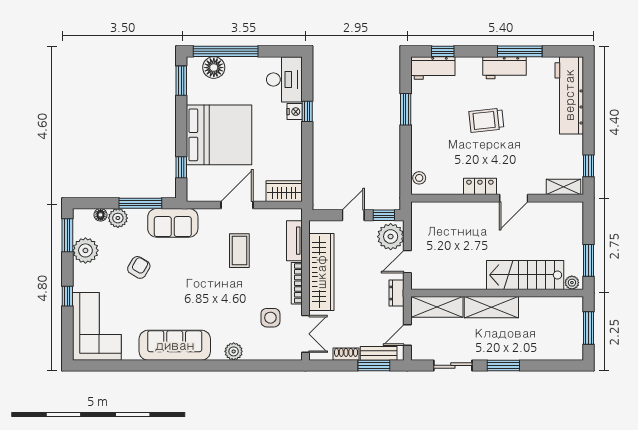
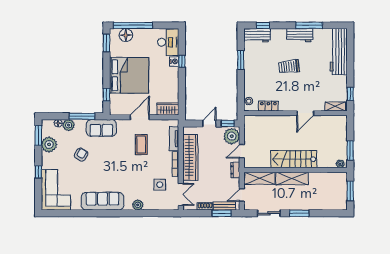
locker: (480, 186) -> (268, 106), moved
stairs: (525, 275) -> (294, 159), moved

